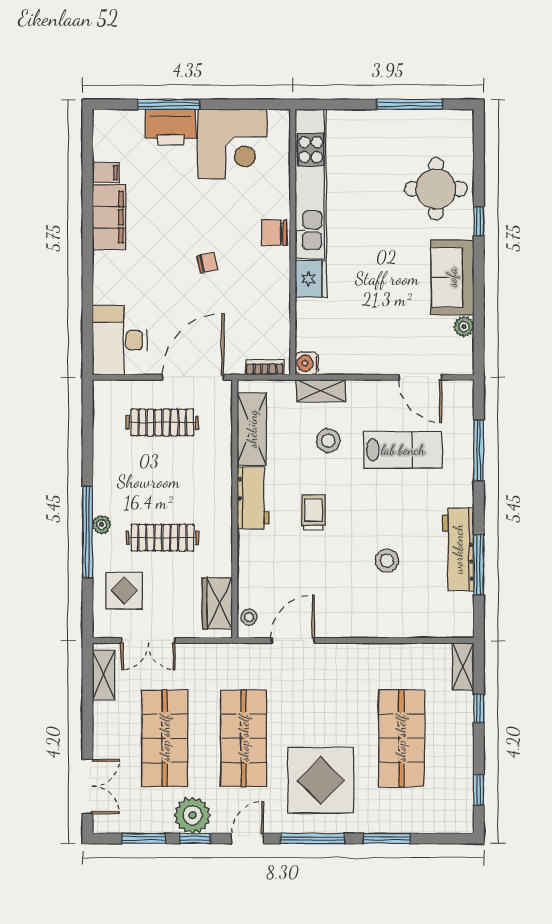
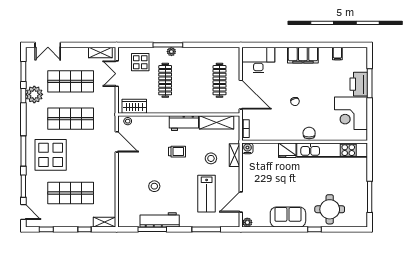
filing cabinet: (109, 217) -> (303, 55), moved
plant: (464, 327) -> (247, 222), moved
window: (87, 532) -> (168, 45), width x0.68
door: (247, 838) -> (23, 212), moved

